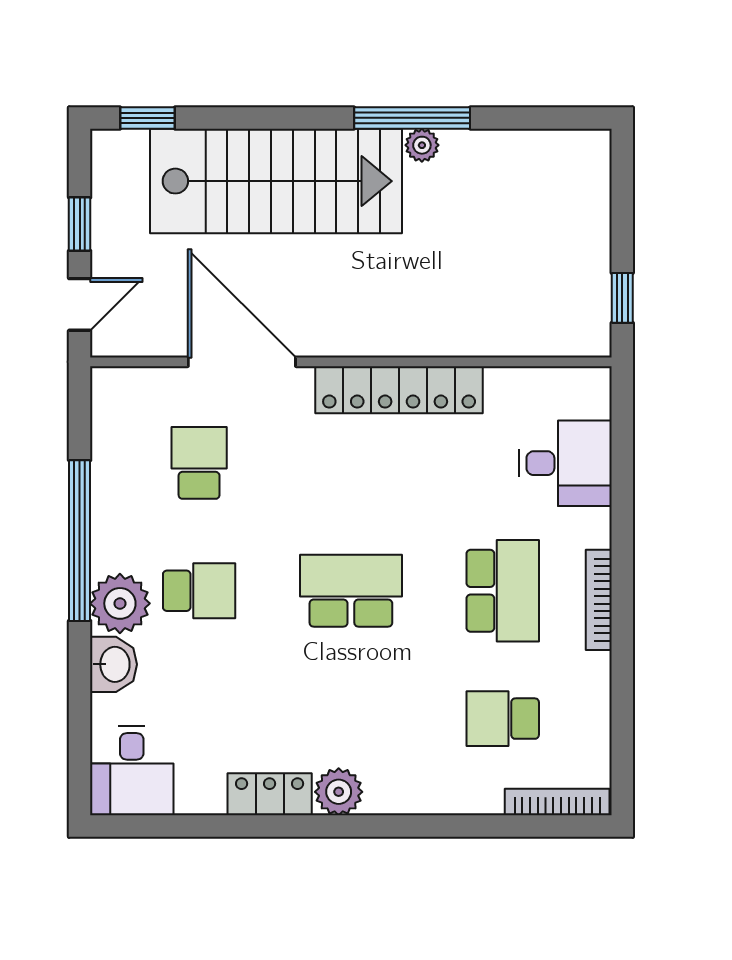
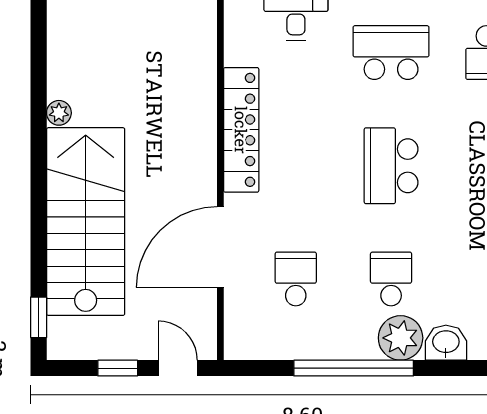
window: (412, 118) -> (39, 120), removed
school desk: (199, 463) -> (296, 279), turned 90

